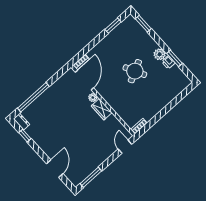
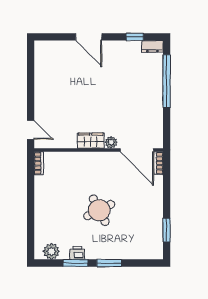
window: (143, 24) -> (109, 263), moved
plant: (160, 54) -> (51, 251), moved
door: (55, 169) -> (89, 37), moved
window: (91, 177) -> (31, 66), removed

